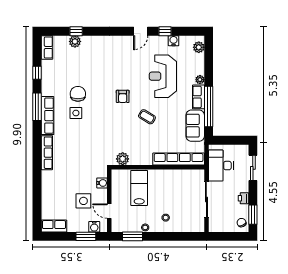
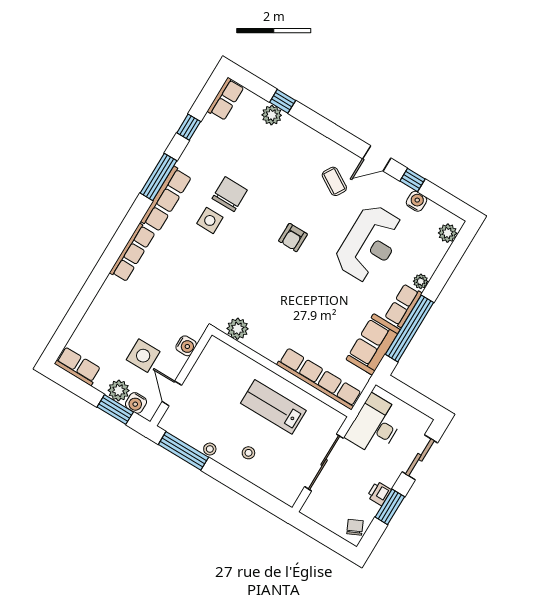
reception desk: (163, 76) -> (370, 244), turned 180
coffee table: (147, 117) -> (334, 181), moved
lab bench: (139, 188) -> (273, 407), moved, turned -90
window: (253, 215) -> (390, 507), moved
plant: (82, 226) -> (119, 390), added
window: (133, 236) -> (183, 451), width x1.44

